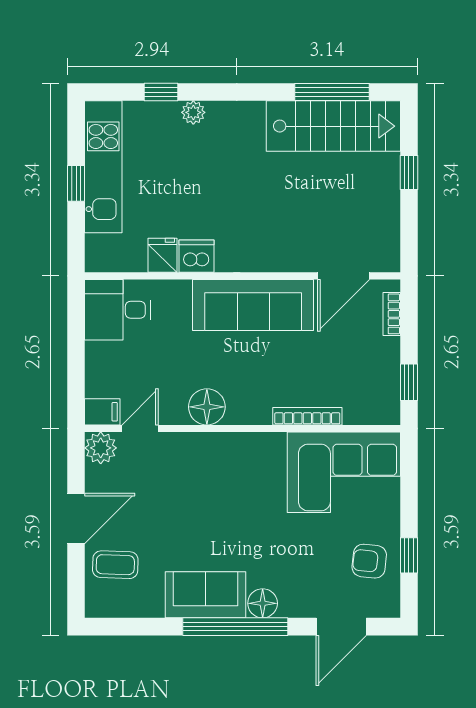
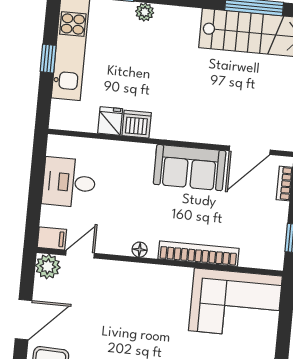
sofa: (253, 305) -> (190, 168), width x0.73
desk: (118, 310) -> (69, 182), moved
floor lamp: (207, 407) -> (140, 250), width x0.53, depth x0.53
bookcase: (307, 416) -> (198, 254), width x1.48, depth x1.31

